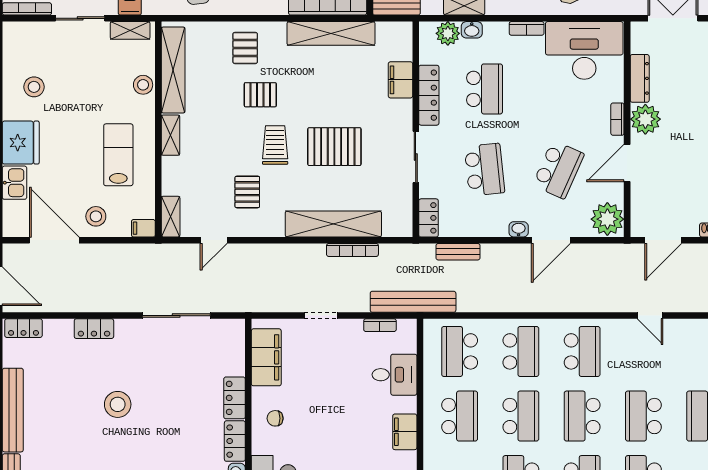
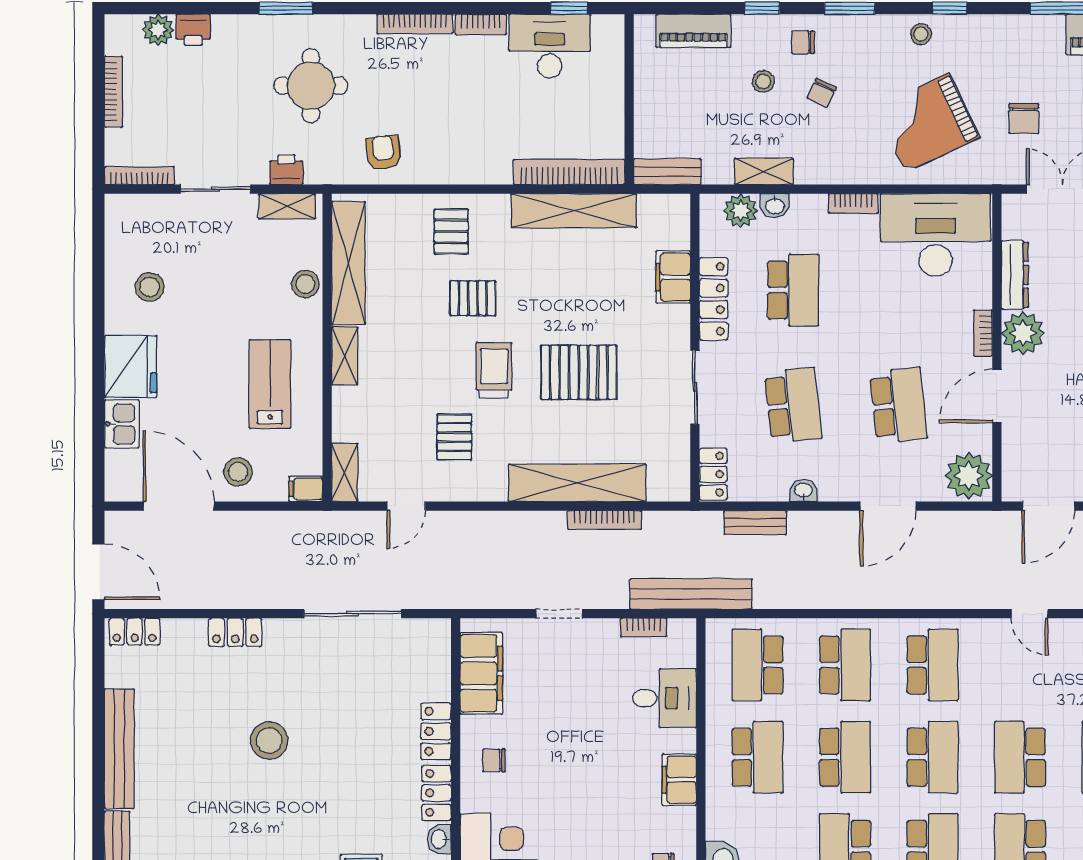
school desk: (558, 170) -> (899, 405), turned -30
washbasin: (519, 229) -> (803, 491), moved
school desk: (582, 416) -> (933, 757), turned 180

